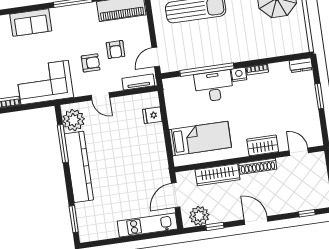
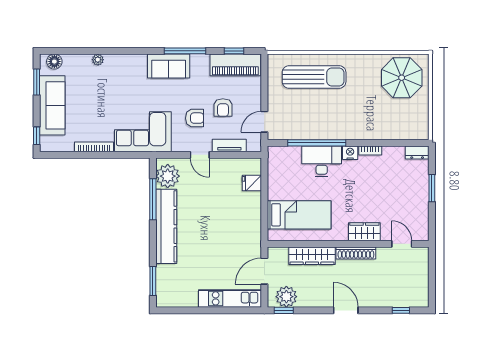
sofa: (31, 22) -> (169, 66), moved
tv unit: (138, 82) -> (229, 145), moved
window: (215, 226) -> (284, 310), moved

